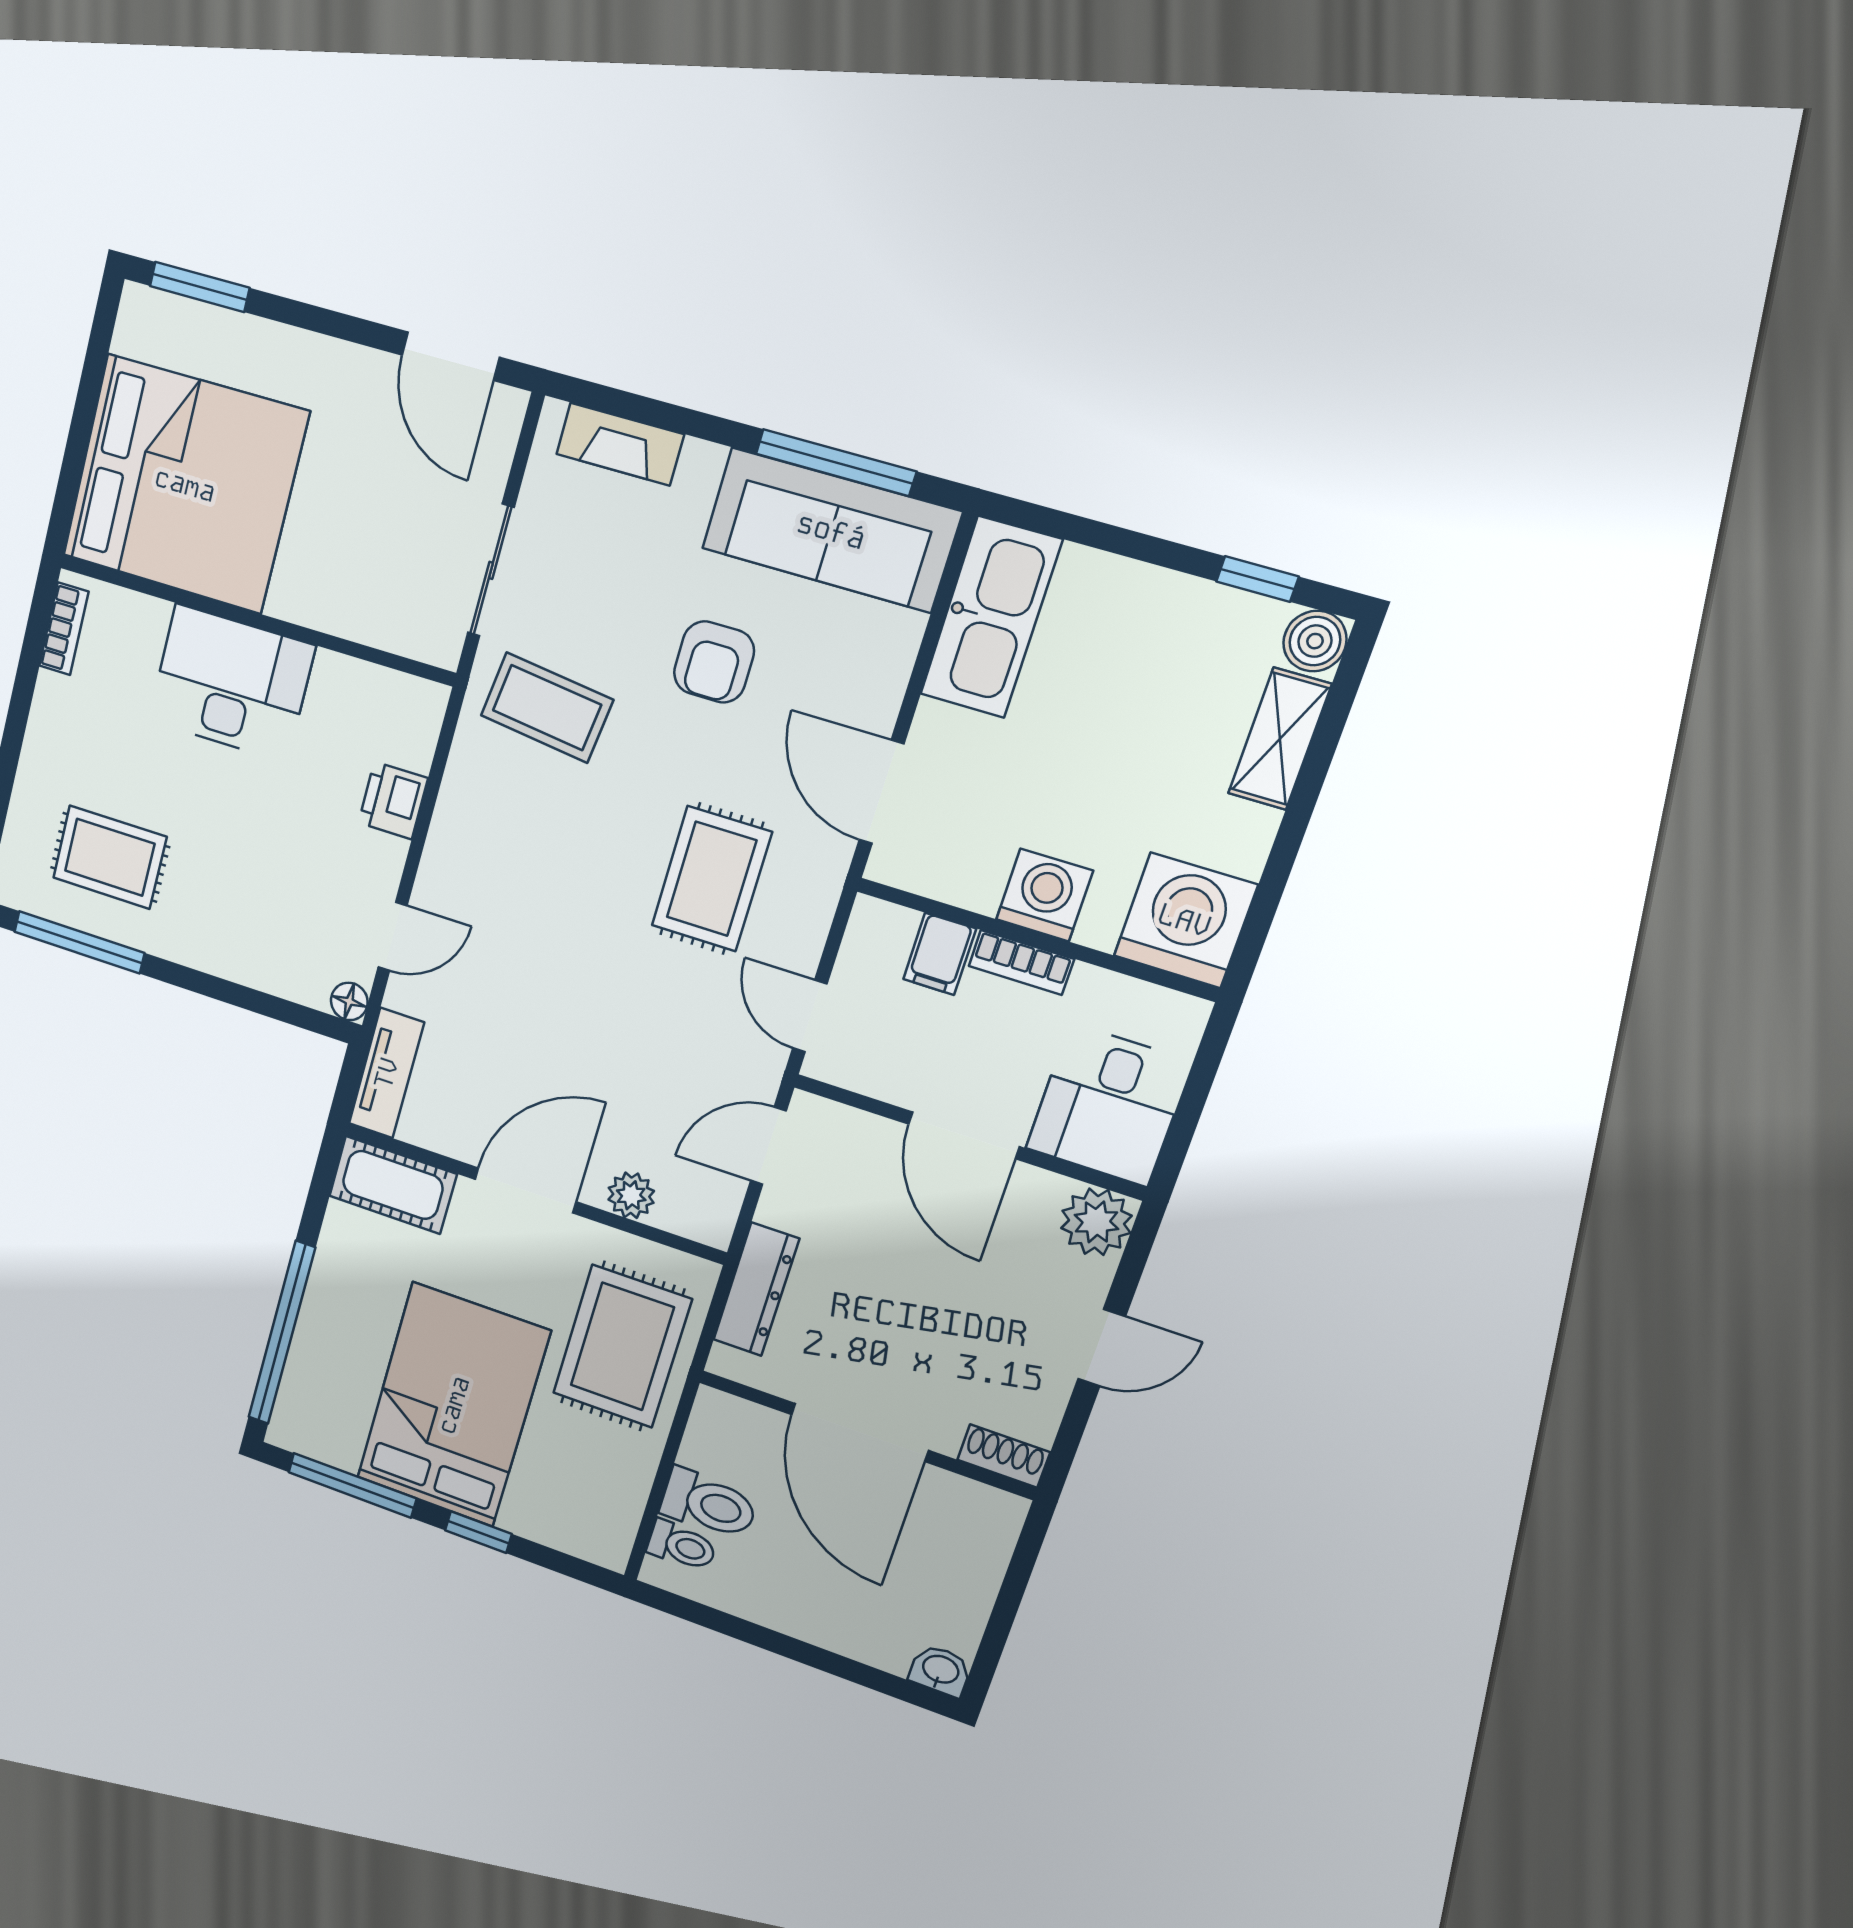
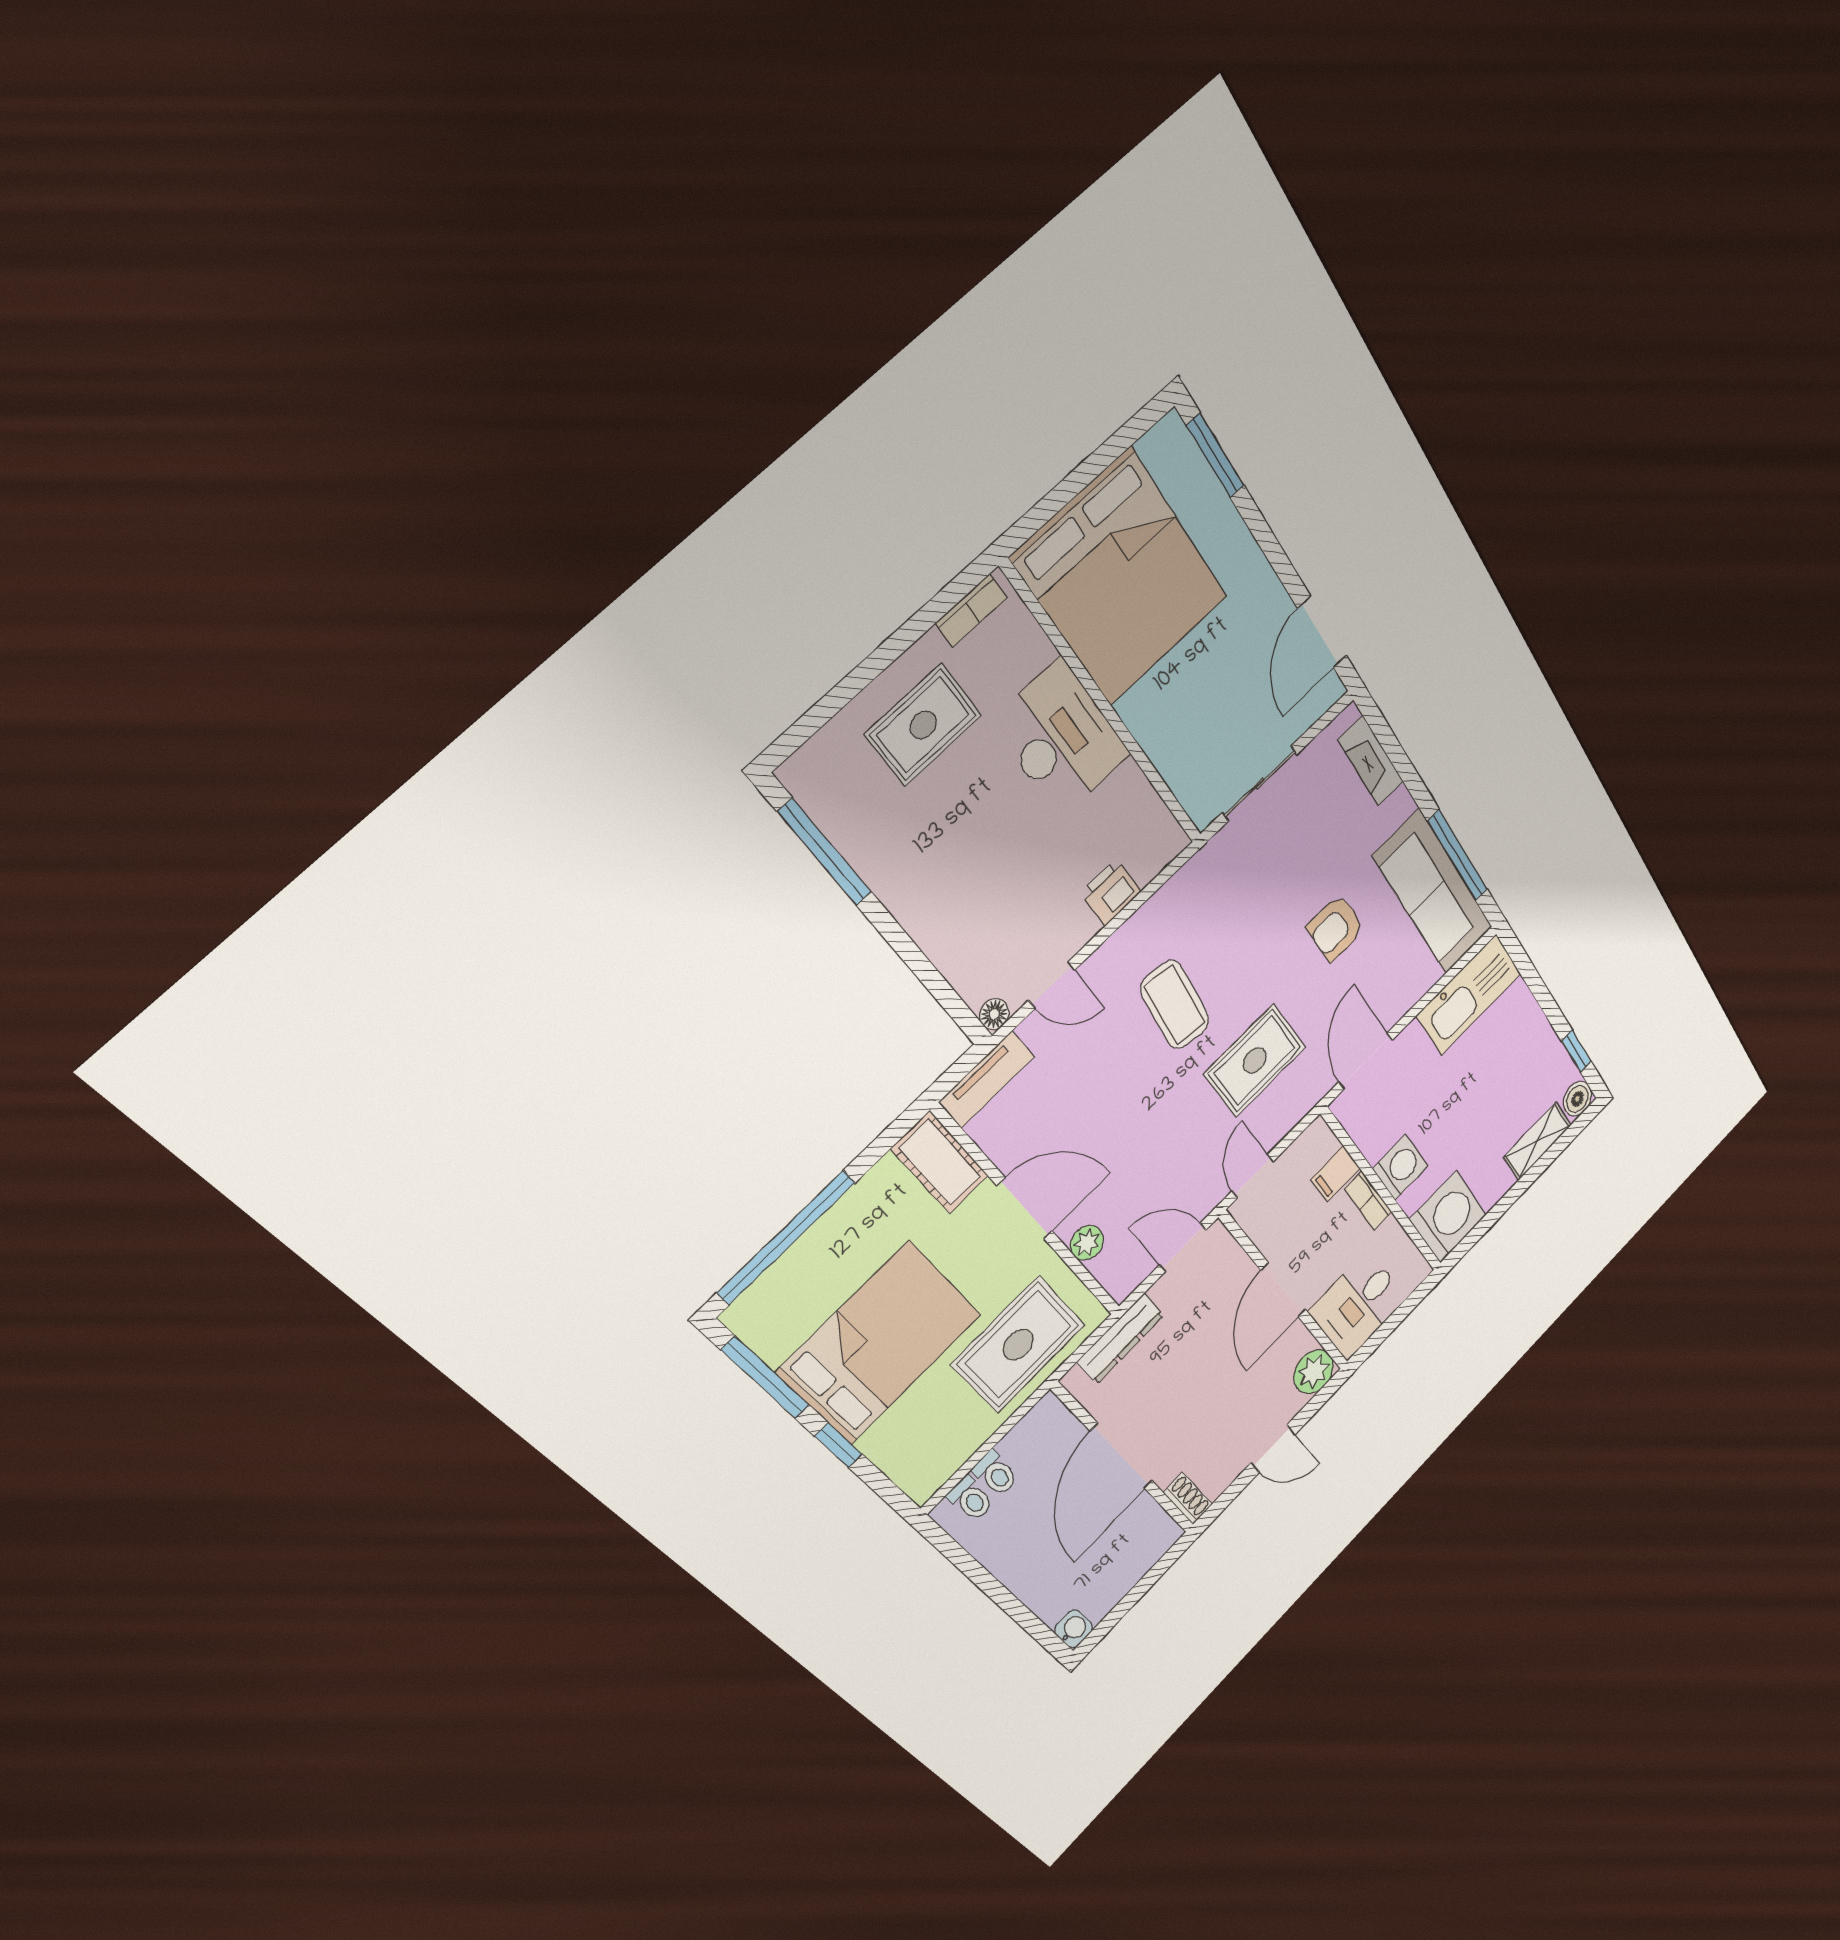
coffee table: (547, 708) -> (1175, 1005), moved
rug: (110, 857) -> (923, 725), moved, turned 90
toilet: (709, 1504) -> (996, 1473), width x0.73, depth x0.72

